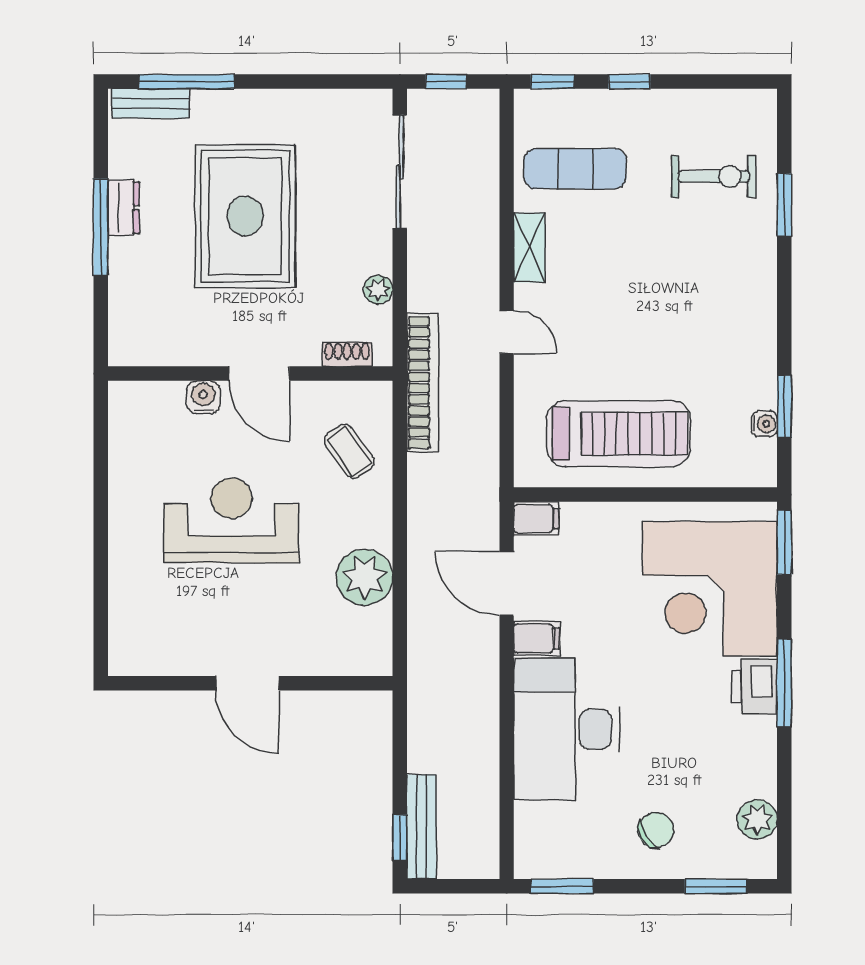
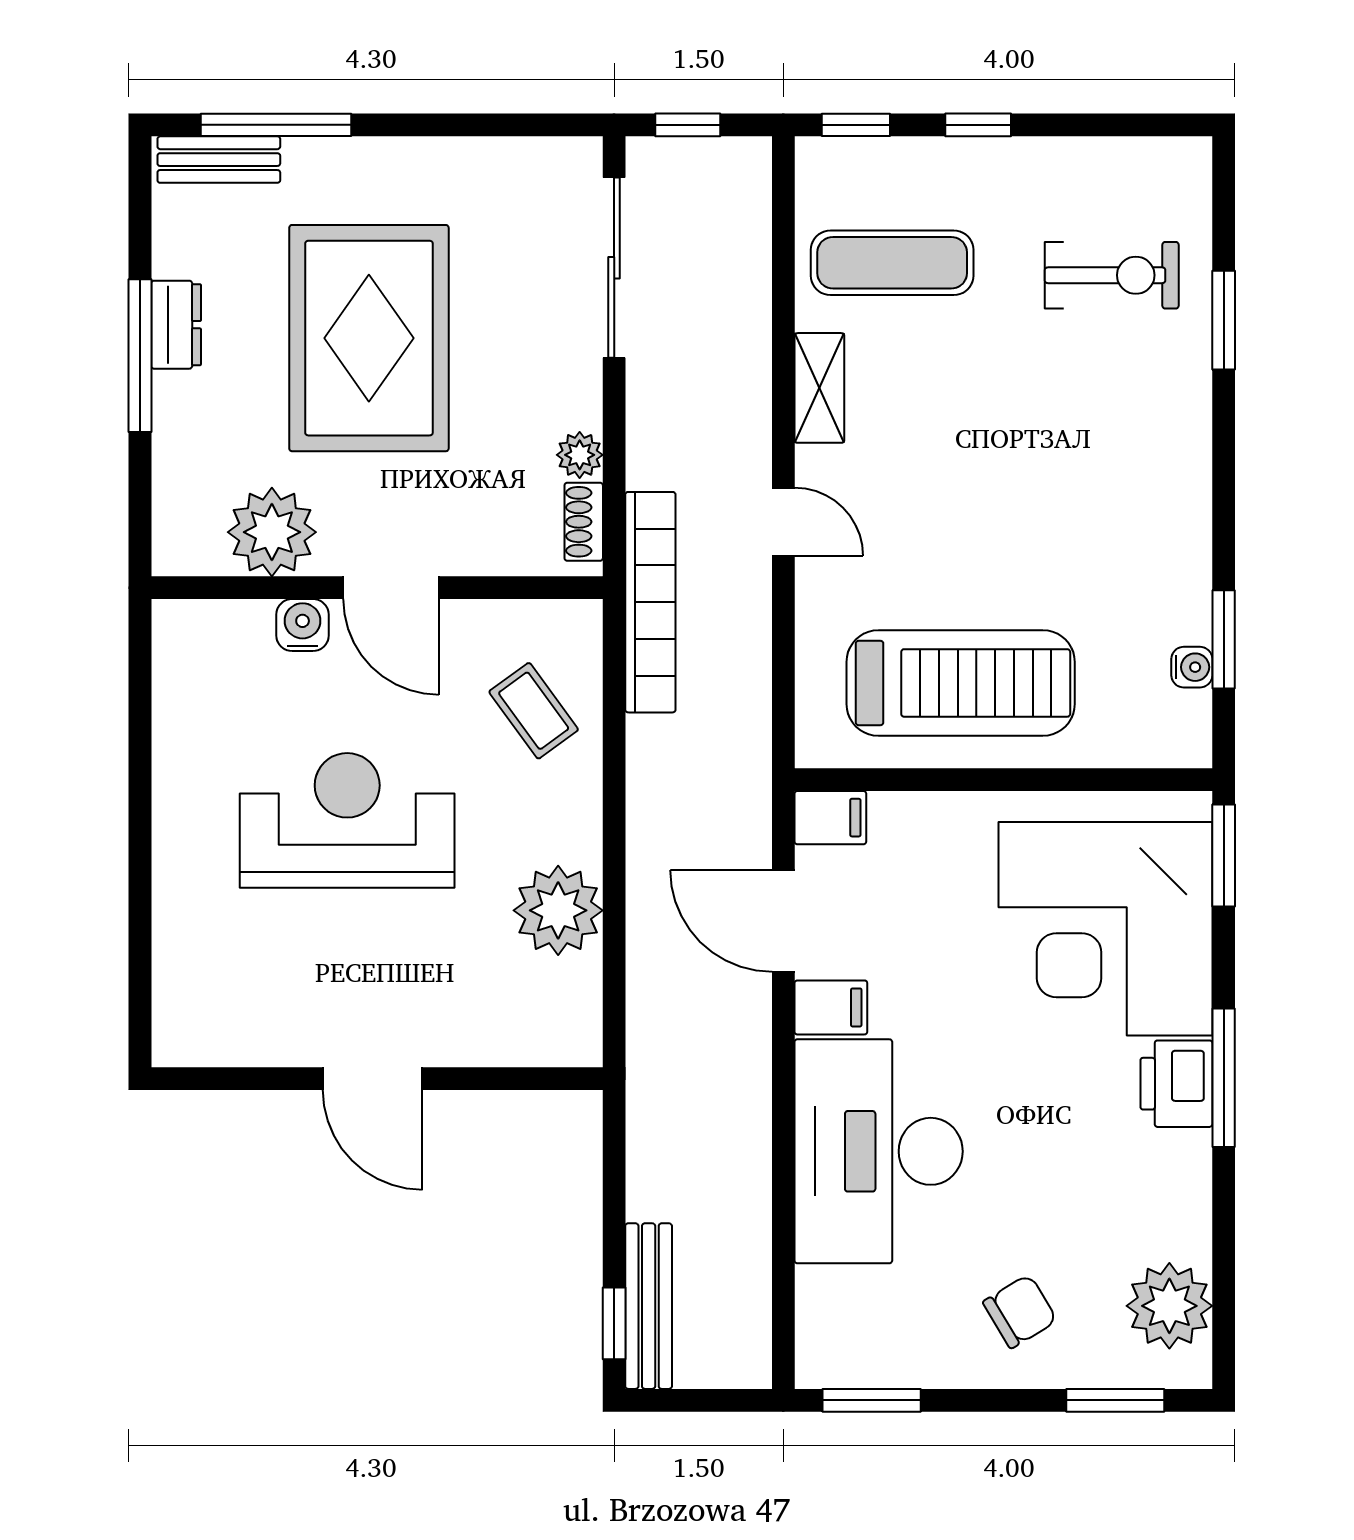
plant: (184, 338) -> (272, 532), added
shoe rack: (347, 354) -> (584, 522), moved, turned -90
plant: (757, 819) -> (1169, 1306), width x1.36, depth x1.36

